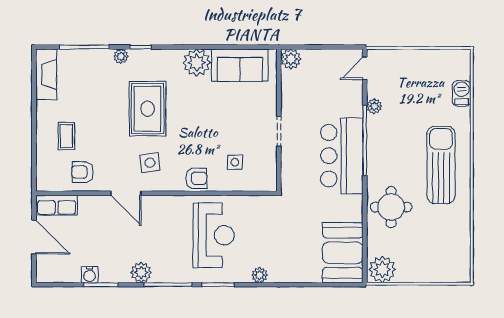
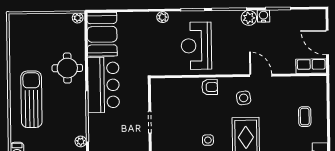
bar counter: (342, 156) -> (103, 85), moved
side table: (235, 162) -> (208, 140), moved
sun lounger: (441, 165) -> (31, 99), turned 180
armchair: (82, 172) -> (293, 90), removed
armchair: (196, 178) -> (210, 87), turned 180
plant: (382, 269) -> (78, 18), width x0.53, depth x0.53
water cooler: (89, 275) -> (263, 16), moved

